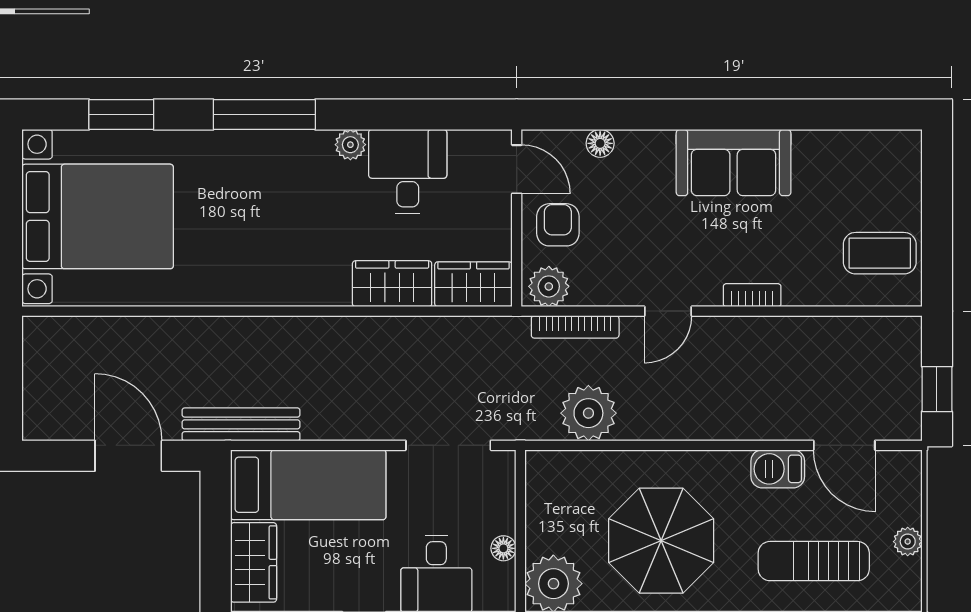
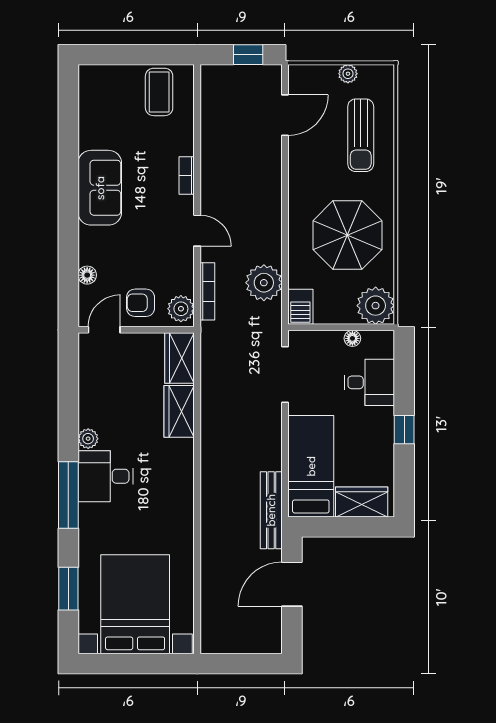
desk: (408, 172) -> (106, 476), moved
barbecue: (778, 469) -> (300, 307), moved

